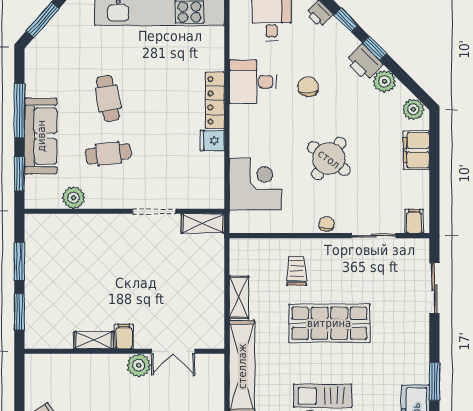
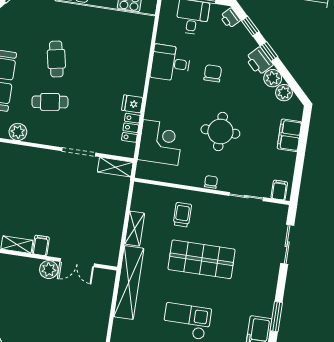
locker: (215, 100) -> (131, 128), moved, width x0.66
plant: (413, 109) -> (284, 93), moved
round table: (329, 159) -> (220, 132), turned -36

